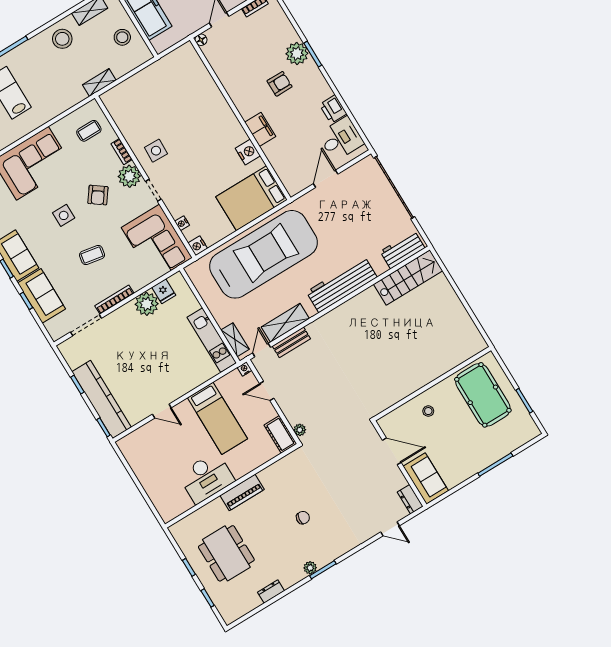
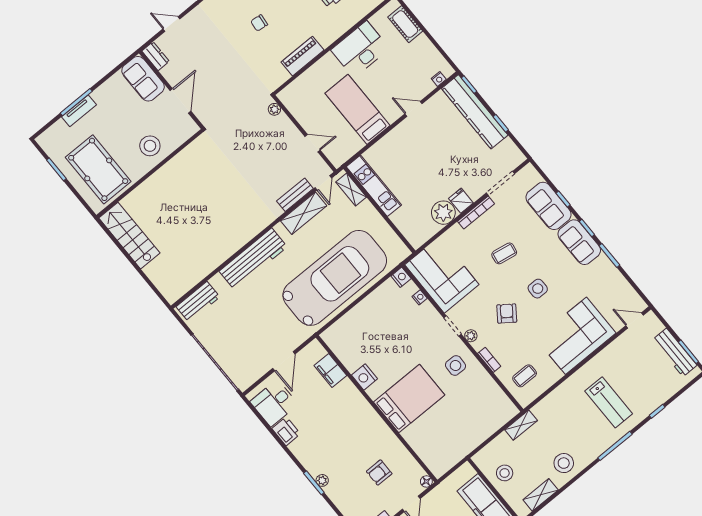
plant: (297, 54) -> (322, 480), width x0.53, depth x0.53
armchair: (280, 84) -> (379, 472), moved
filing cabinet: (260, 129) -> (330, 370), moved
plant: (129, 176) -> (471, 336), width x0.53, depth x0.53
bed: (252, 198) -> (409, 399), moved
car: (263, 254) -> (335, 278), turned 180
stairs: (408, 278) -> (129, 236), moved, turned 90
fridge: (164, 291) -> (461, 201), moved
nightstand: (245, 369) -> (439, 79), moved
stool: (428, 411) -> (150, 146), width x1.89, depth x1.89
cot: (280, 434) -> (405, 24), moved
door: (392, 451) -> (180, 101), swing flipped
tv unit: (494, 456) -> (79, 111), added
piano: (242, 492) -> (302, 56), moved

